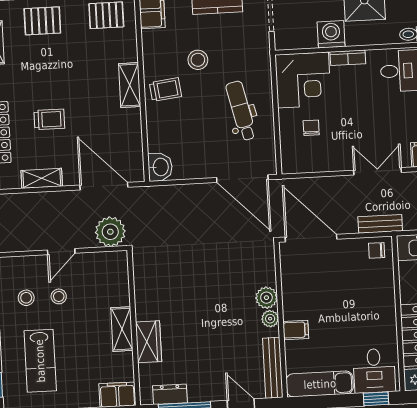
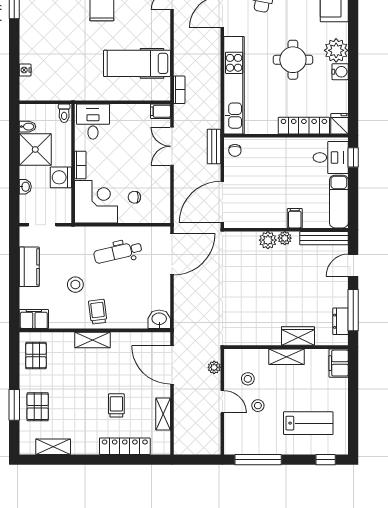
door: (104, 186) -> (172, 365), hinge flipped
plant: (110, 232) -> (214, 367), width x0.53, depth x0.53
stool: (26, 298) -> (248, 379), moved

